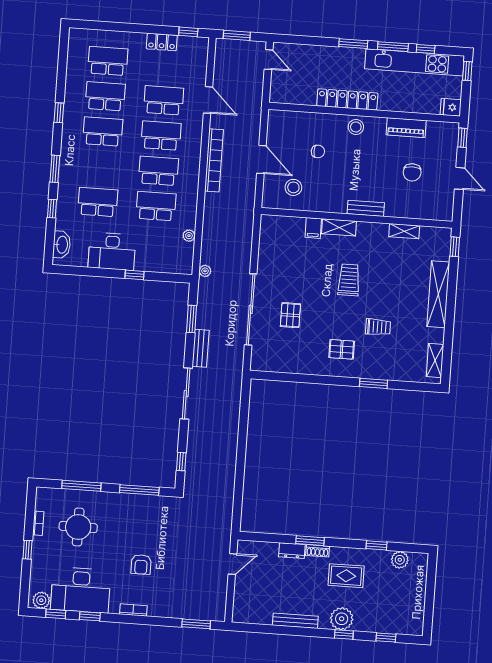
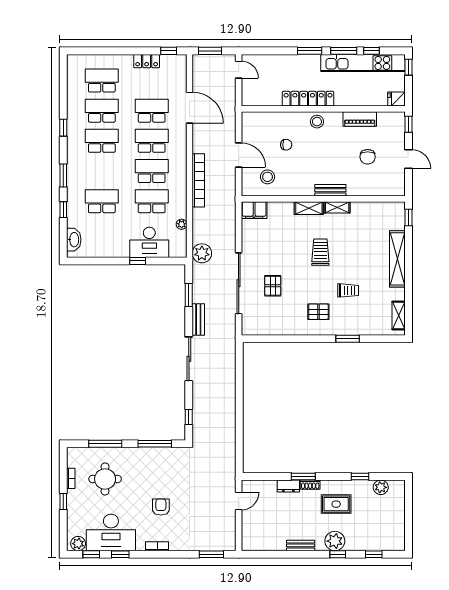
door: (208, 100) -> (189, 108), width x1.36
bookcase: (214, 160) -> (198, 180), moved
filing cabinet: (313, 228) -> (254, 210), moved, width x2.00
shelving: (404, 231) -> (337, 207), moved
desk: (112, 251) -> (149, 242), moved
plant: (205, 271) -> (202, 253), width x1.87, depth x1.87
armchair: (141, 564) -> (161, 507), turned 180
bench: (295, 621) -> (301, 545), width x0.73

